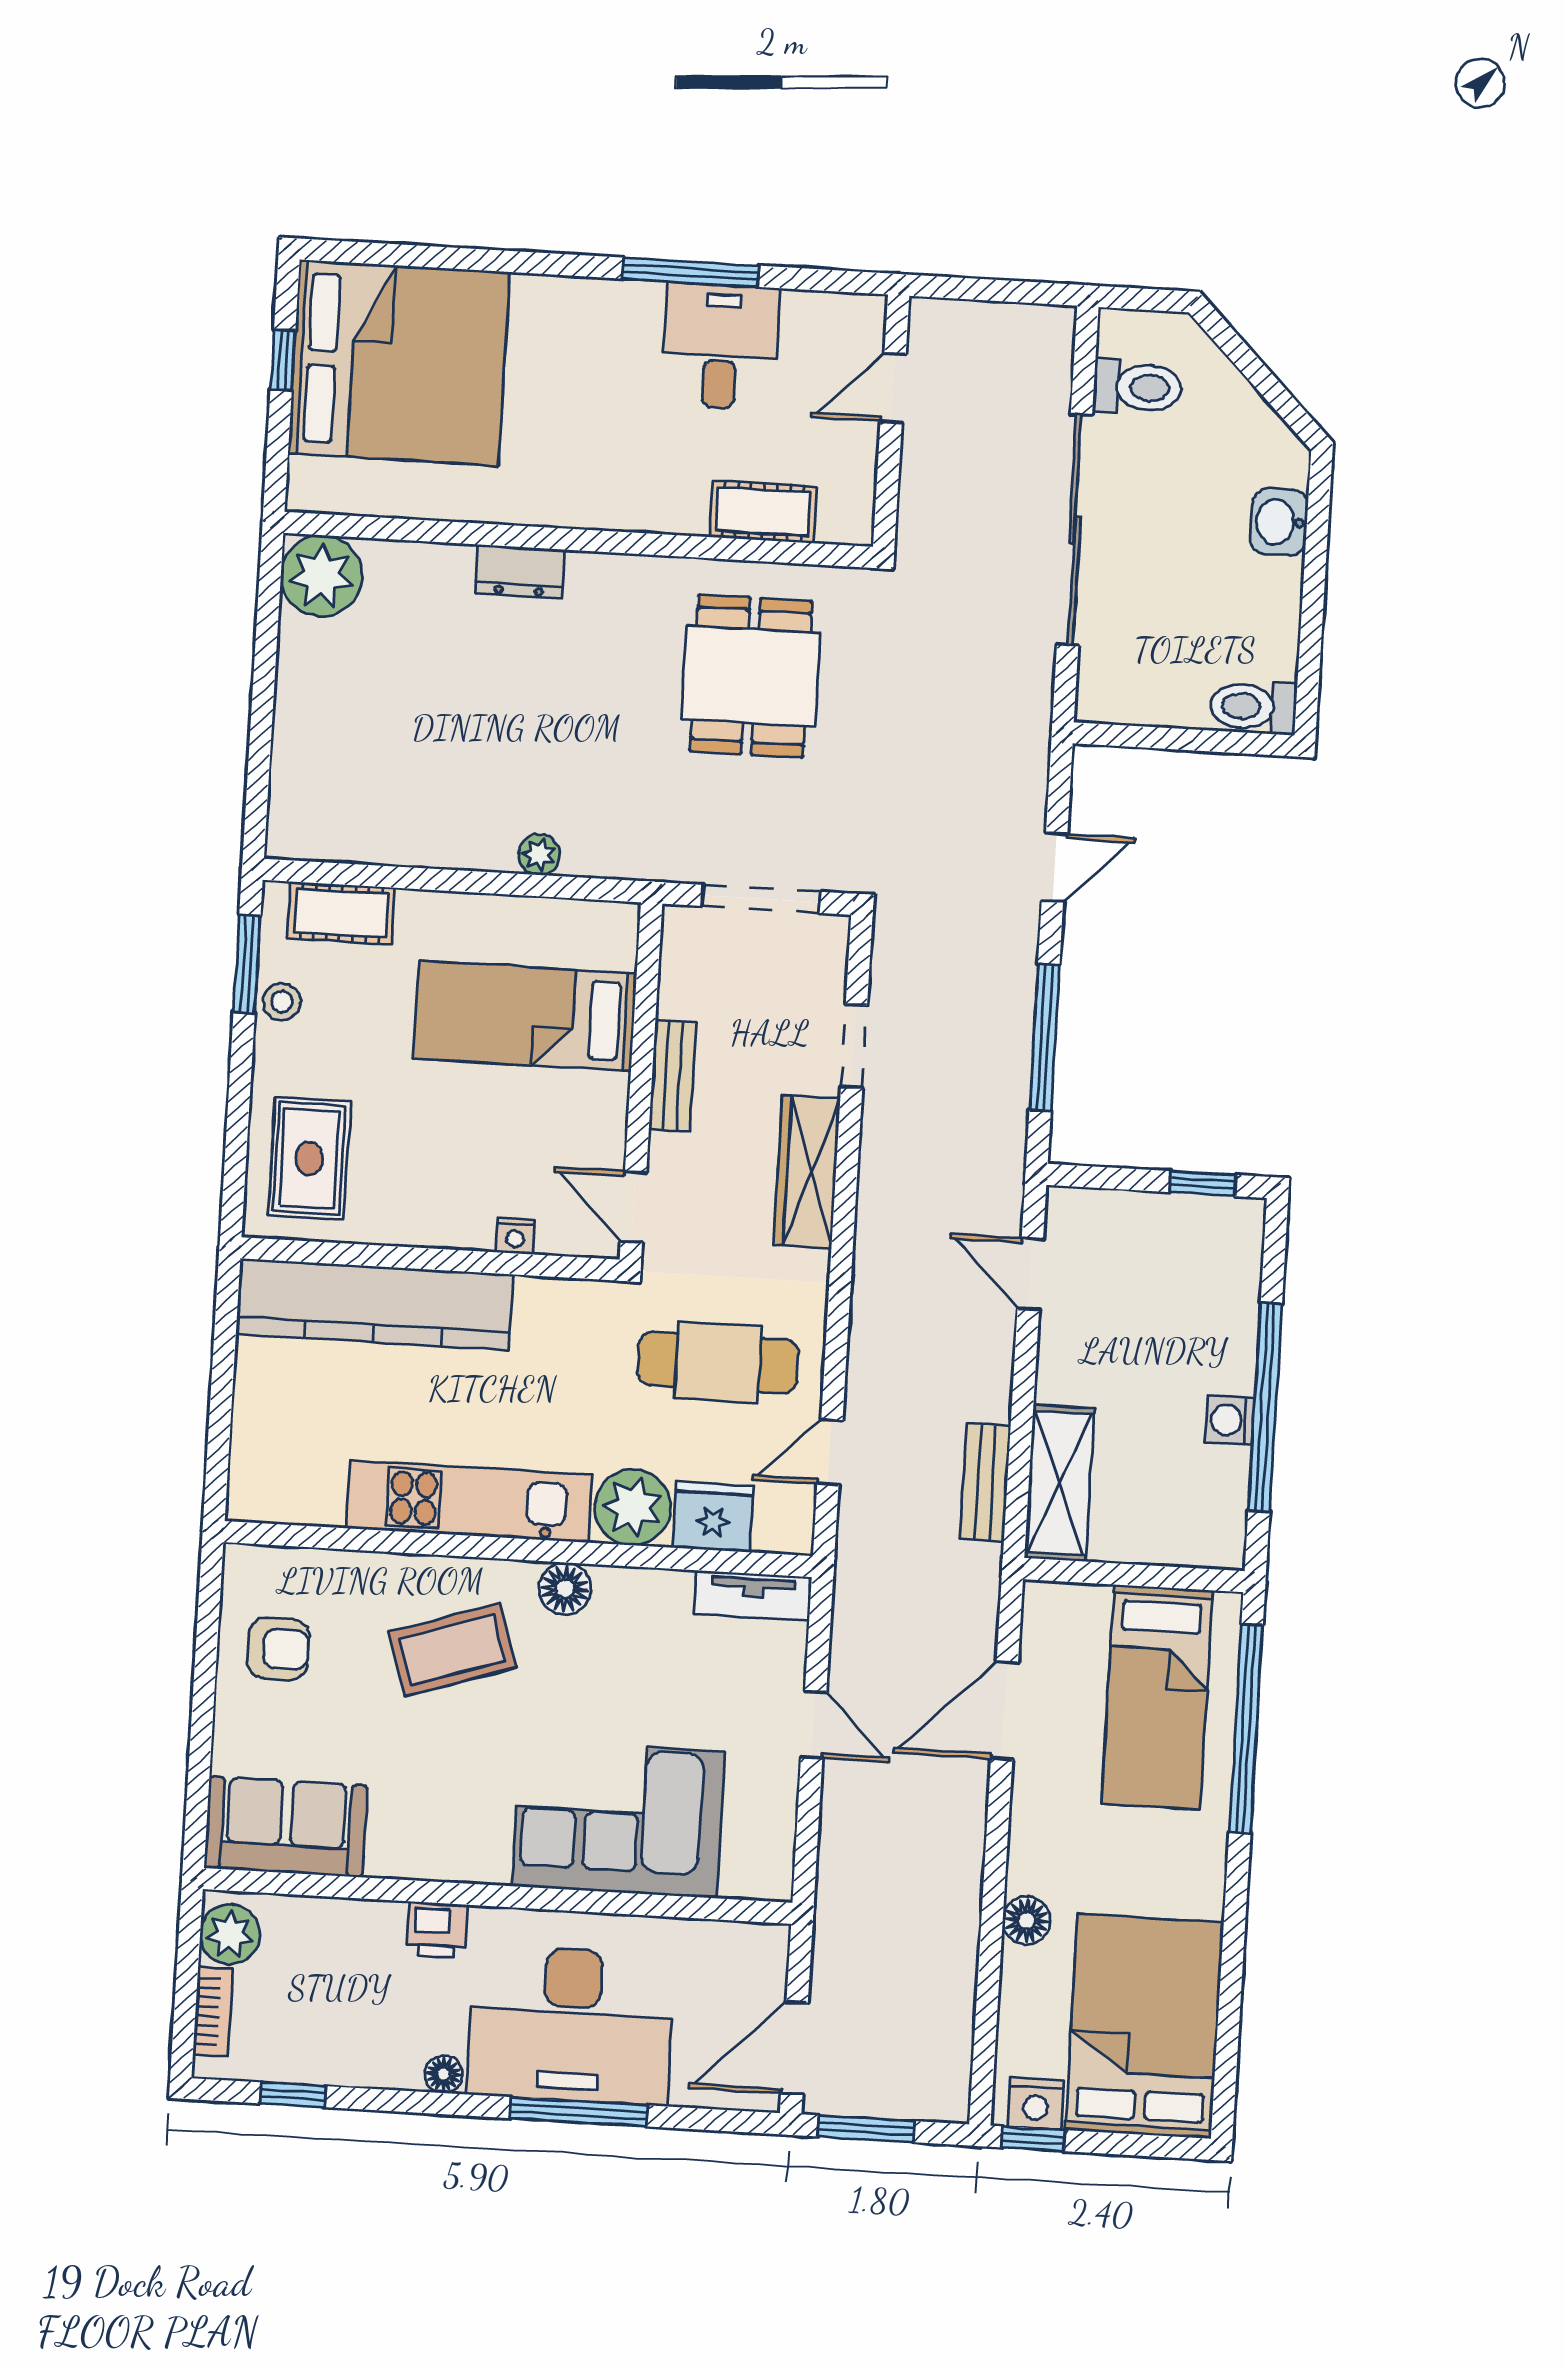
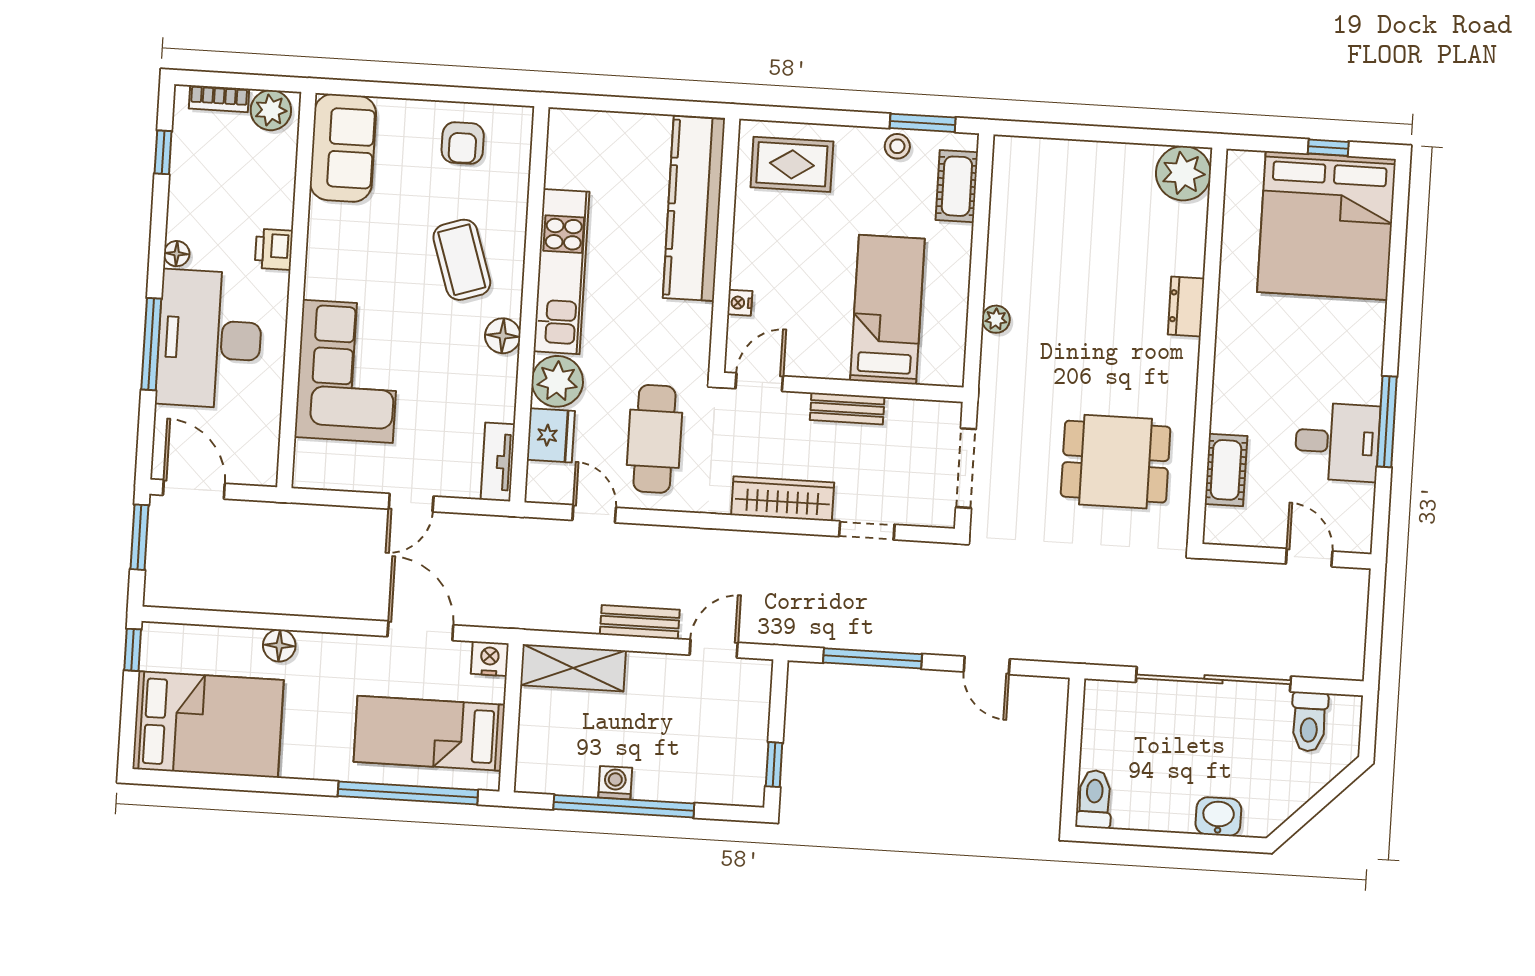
bench: (985, 1482) -> (640, 622), moved
nightstand: (1036, 2104) -> (490, 659), moved, turned 90

